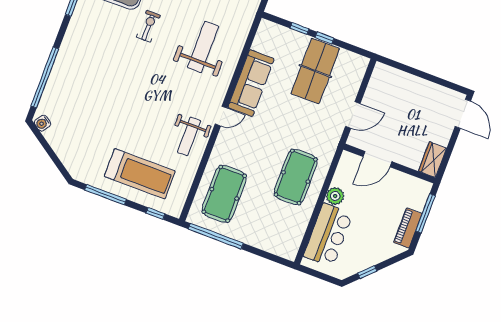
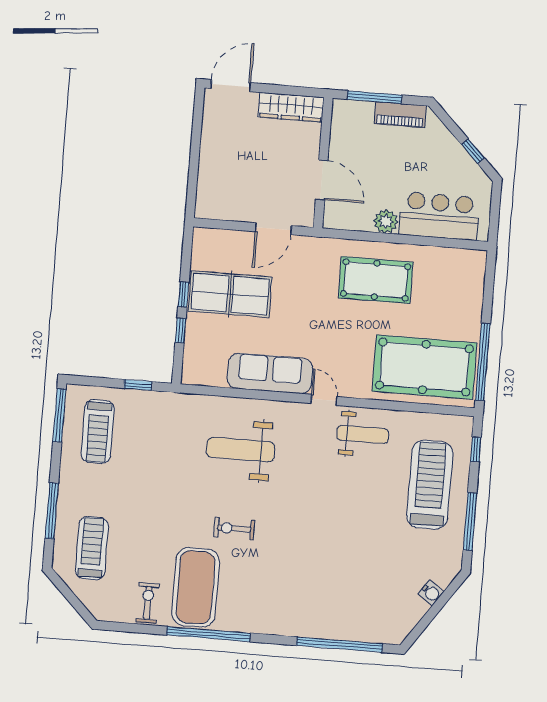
door: (353, 115) -> (273, 229), swing flipped
water cooler: (42, 123) -> (431, 593), moved
wardrobe: (433, 160) -> (291, 107), width x1.50
pool table: (224, 194) -> (424, 367), width x1.36, depth x1.32

